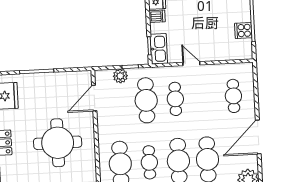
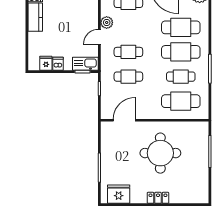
plant: (120, 76) -> (107, 22), moved
door: (94, 98) -> (124, 120), swing flipped
cafe table: (146, 100) -> (128, 77), width x0.73, depth x0.74

